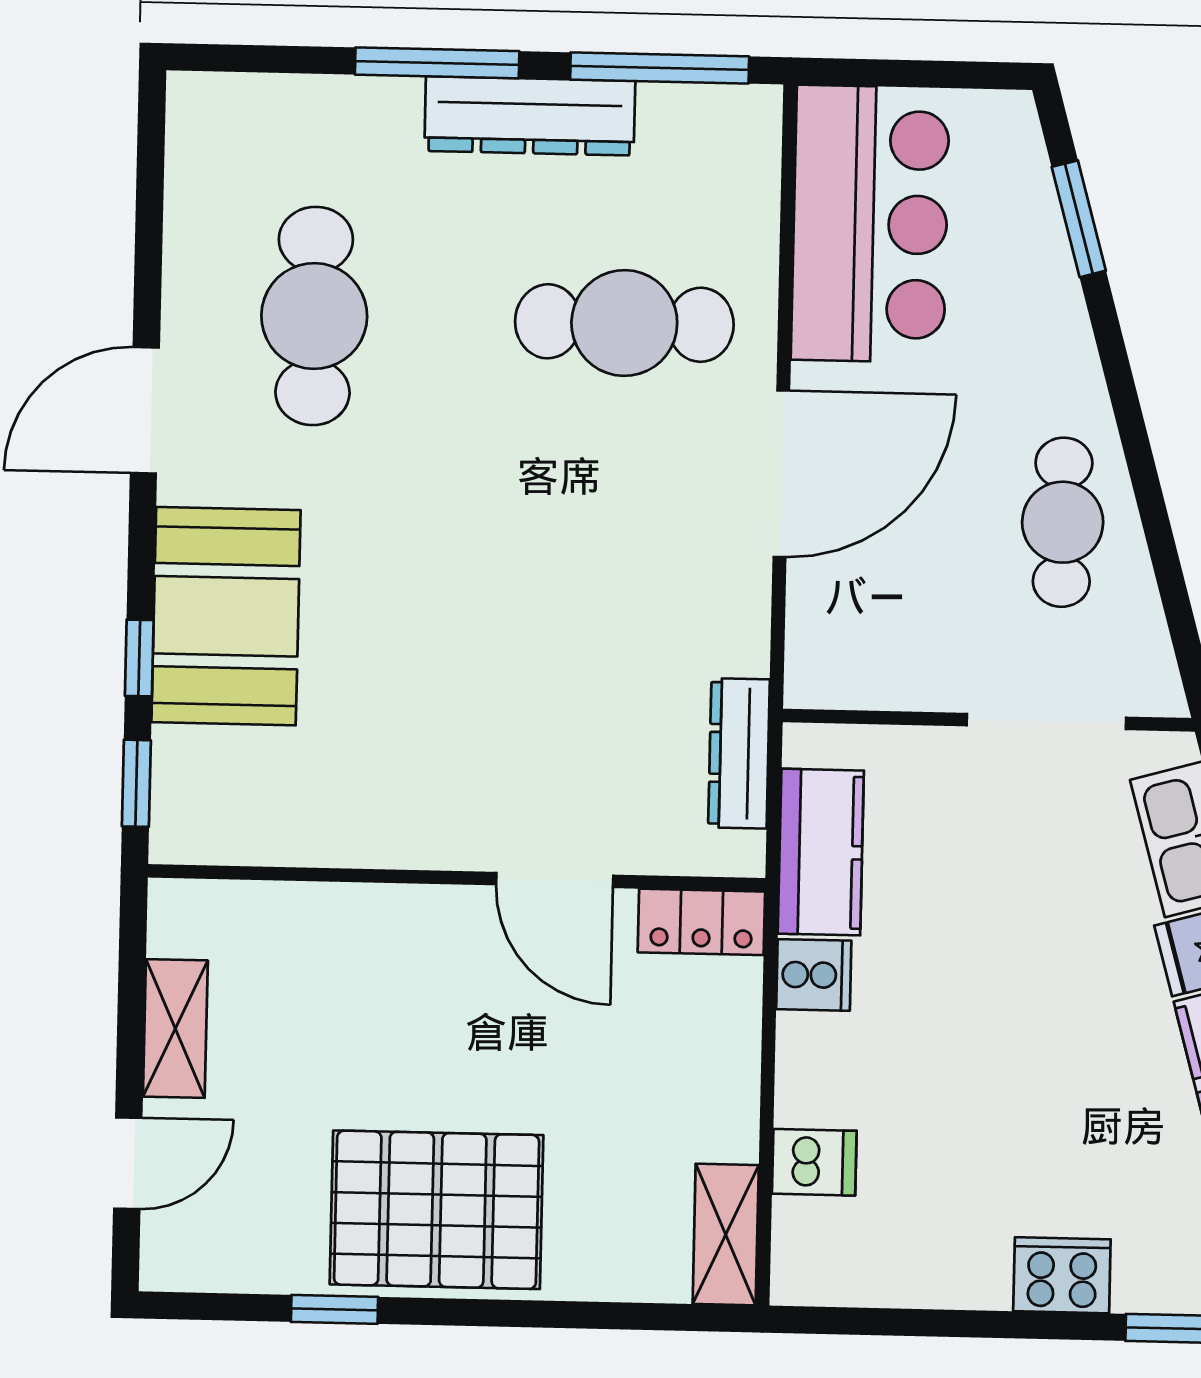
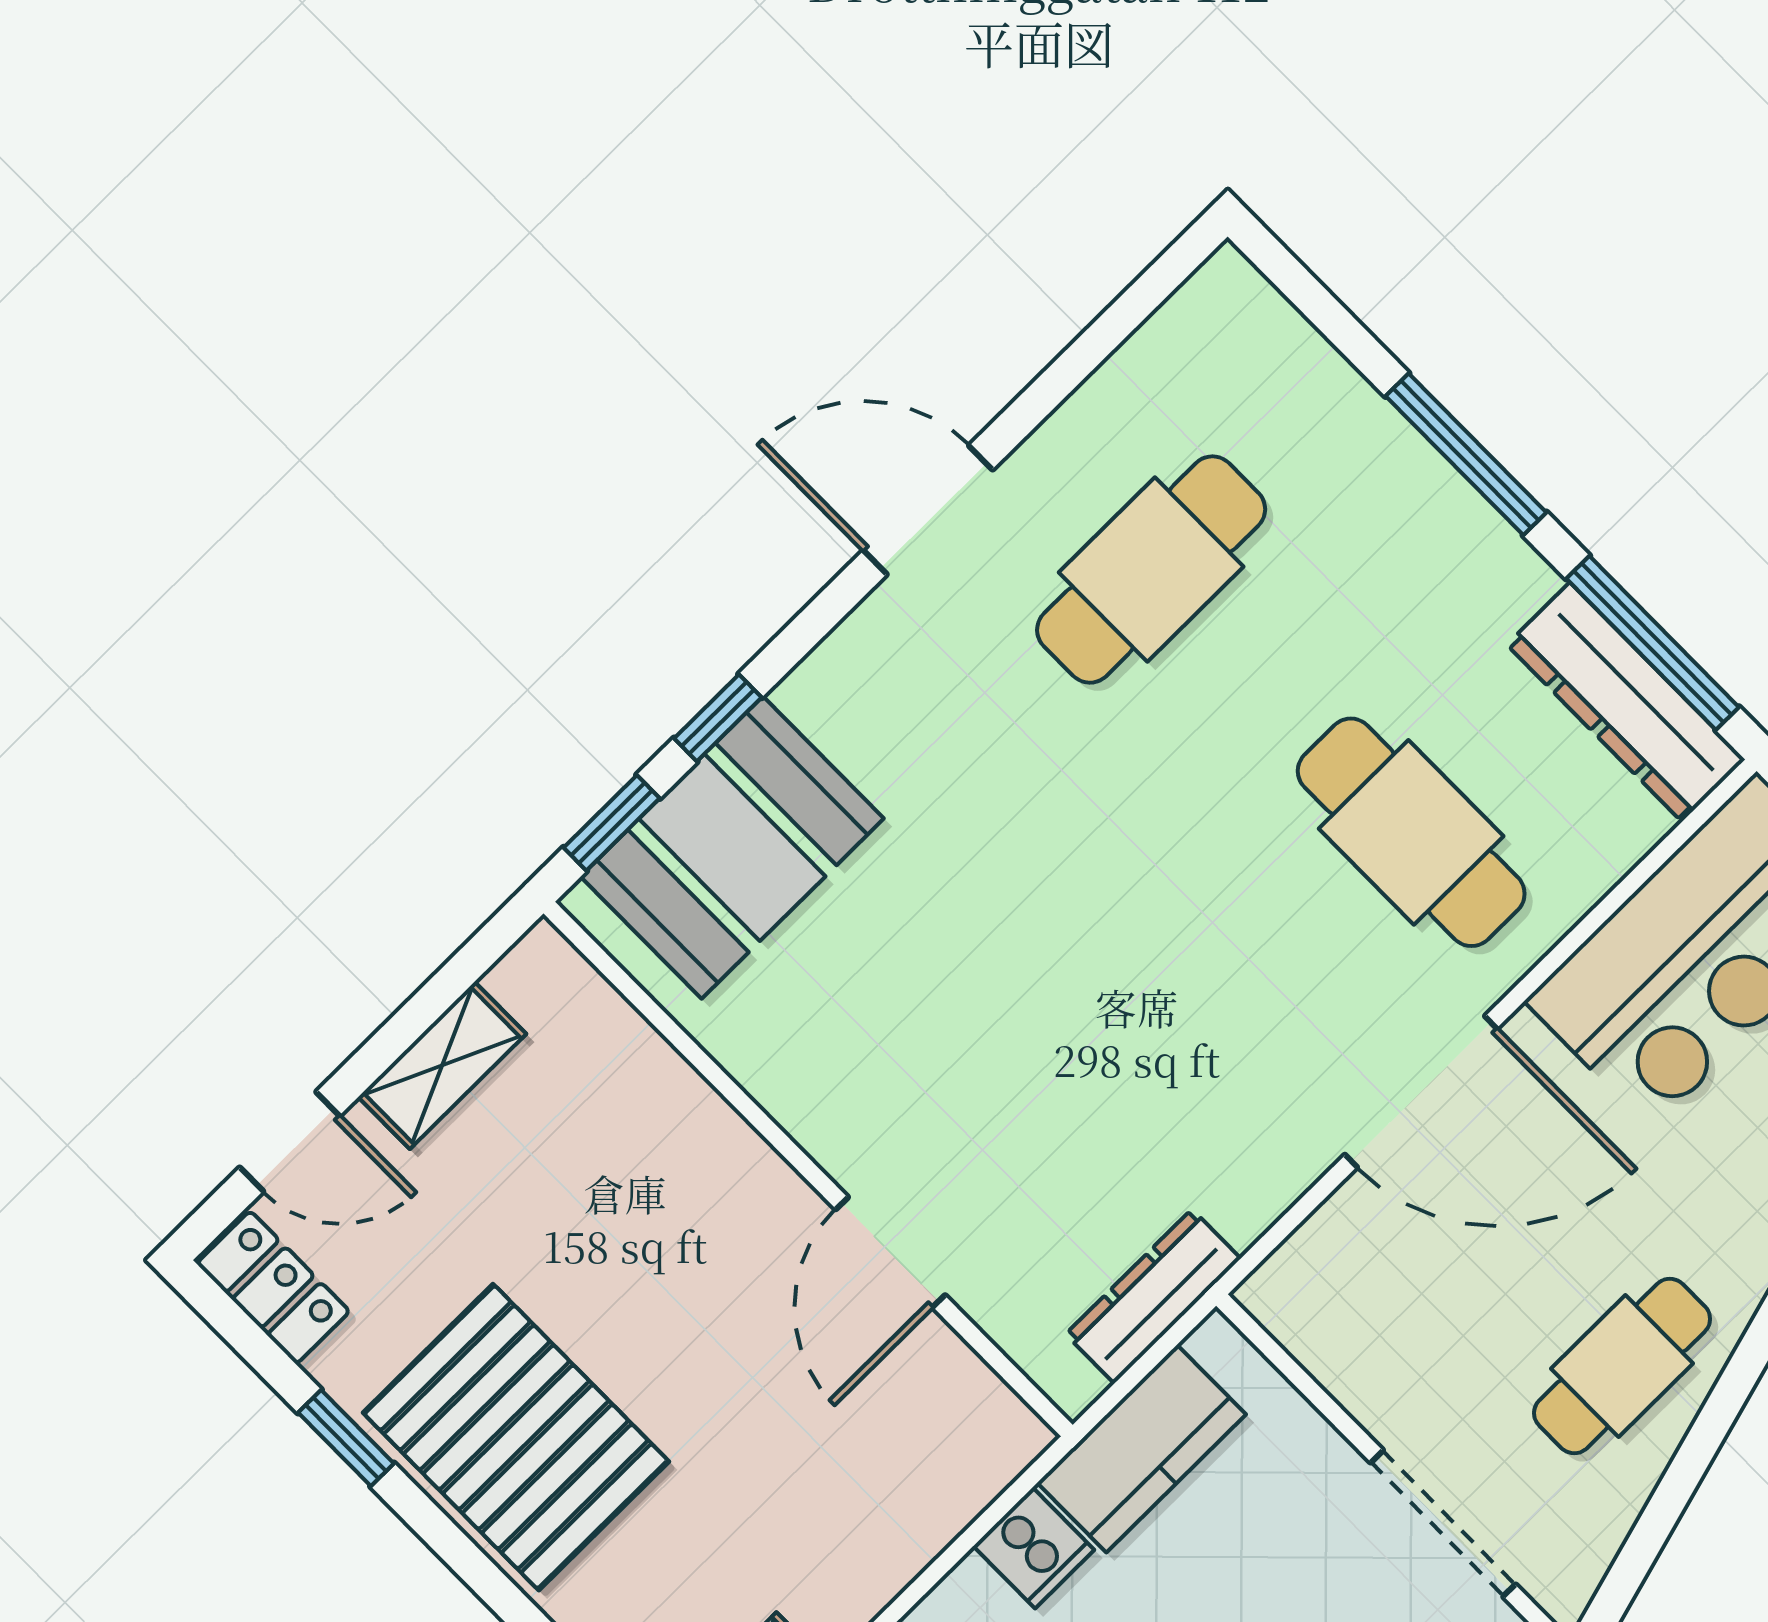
dresser: (530, 116) -> (1626, 702), moved
booth: (226, 616) -> (732, 848), moved
locker: (701, 922) -> (273, 1288), moved, turned 180

